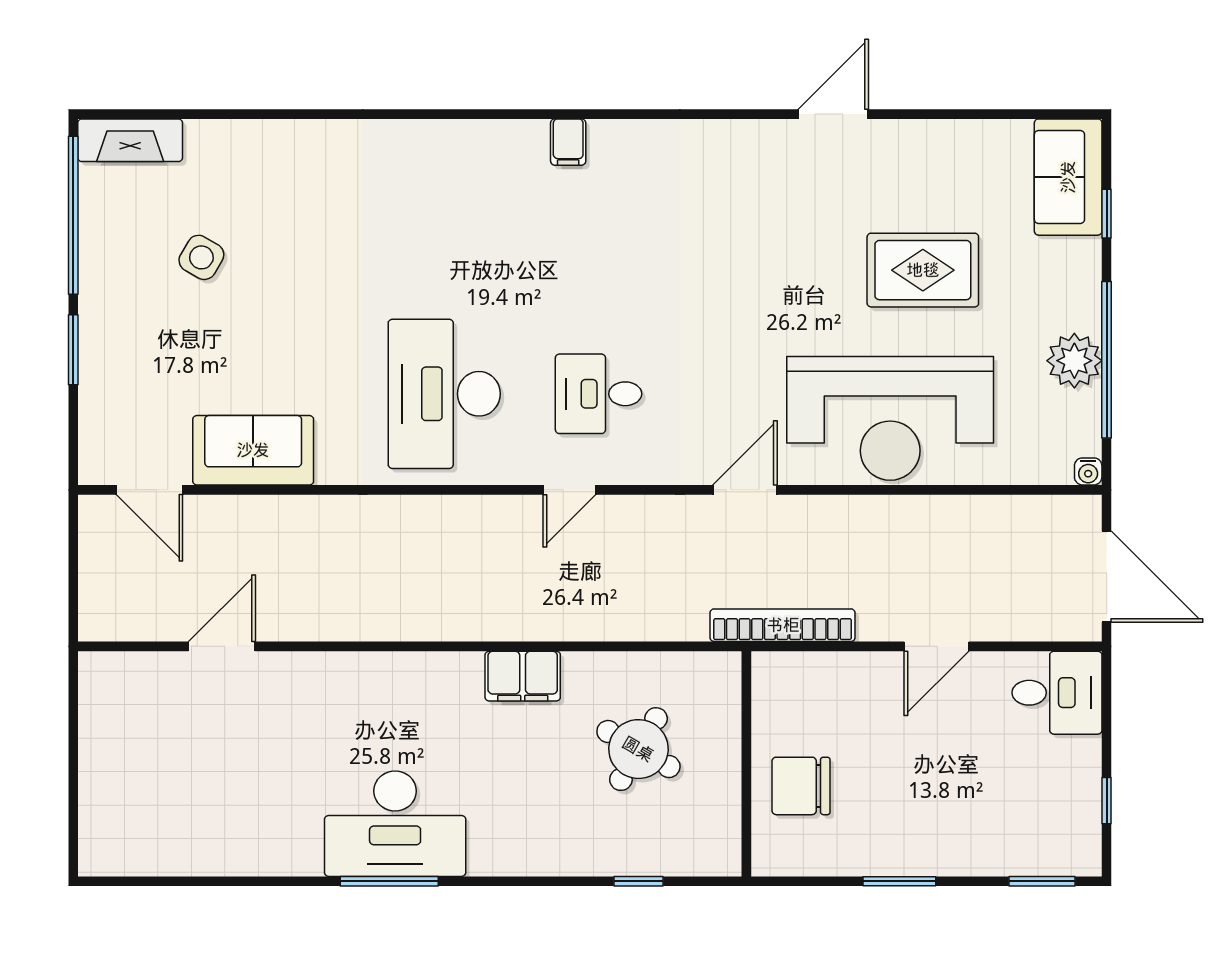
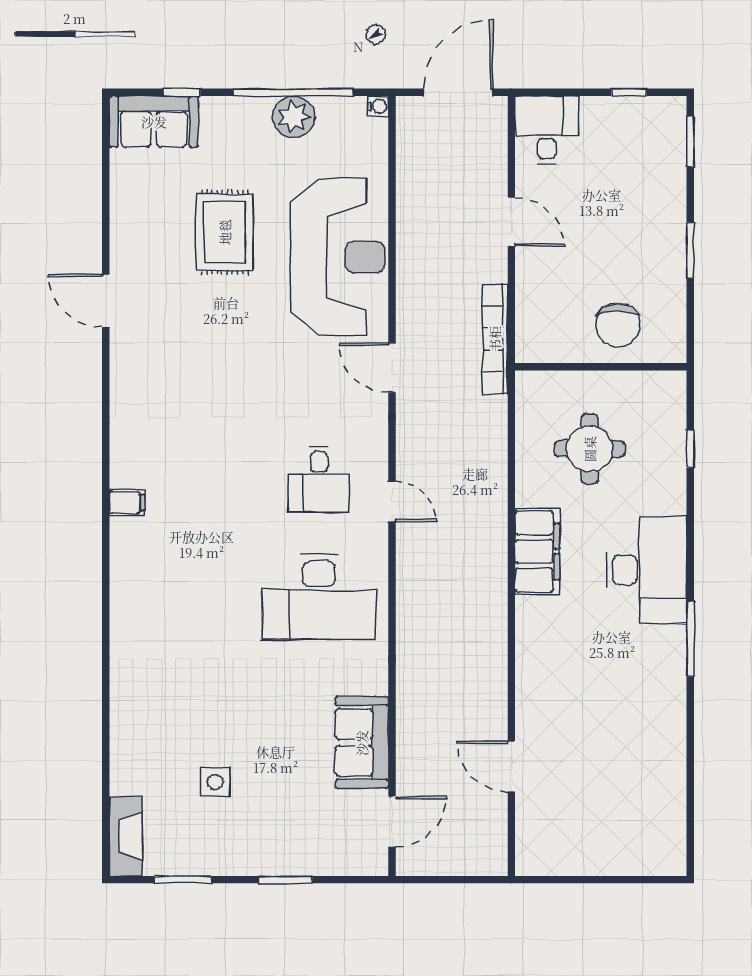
window: (73, 215) -> (183, 880), width x0.47
side table: (201, 257) -> (215, 782), turned -30
filing cabinet: (523, 676) -> (537, 551), width x1.50, depth x1.17
round table: (638, 749) -> (590, 449), turned -30
desk: (395, 824) -> (647, 570), moved

